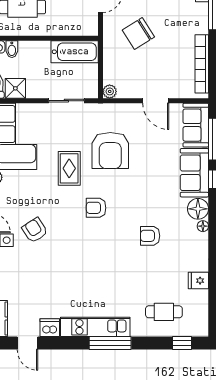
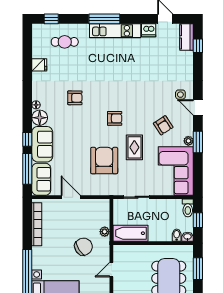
shower: (15, 88) -> (174, 206), removed
plant: (110, 91) -> (105, 232), moved
armchair: (35, 230) -> (163, 125), moved

